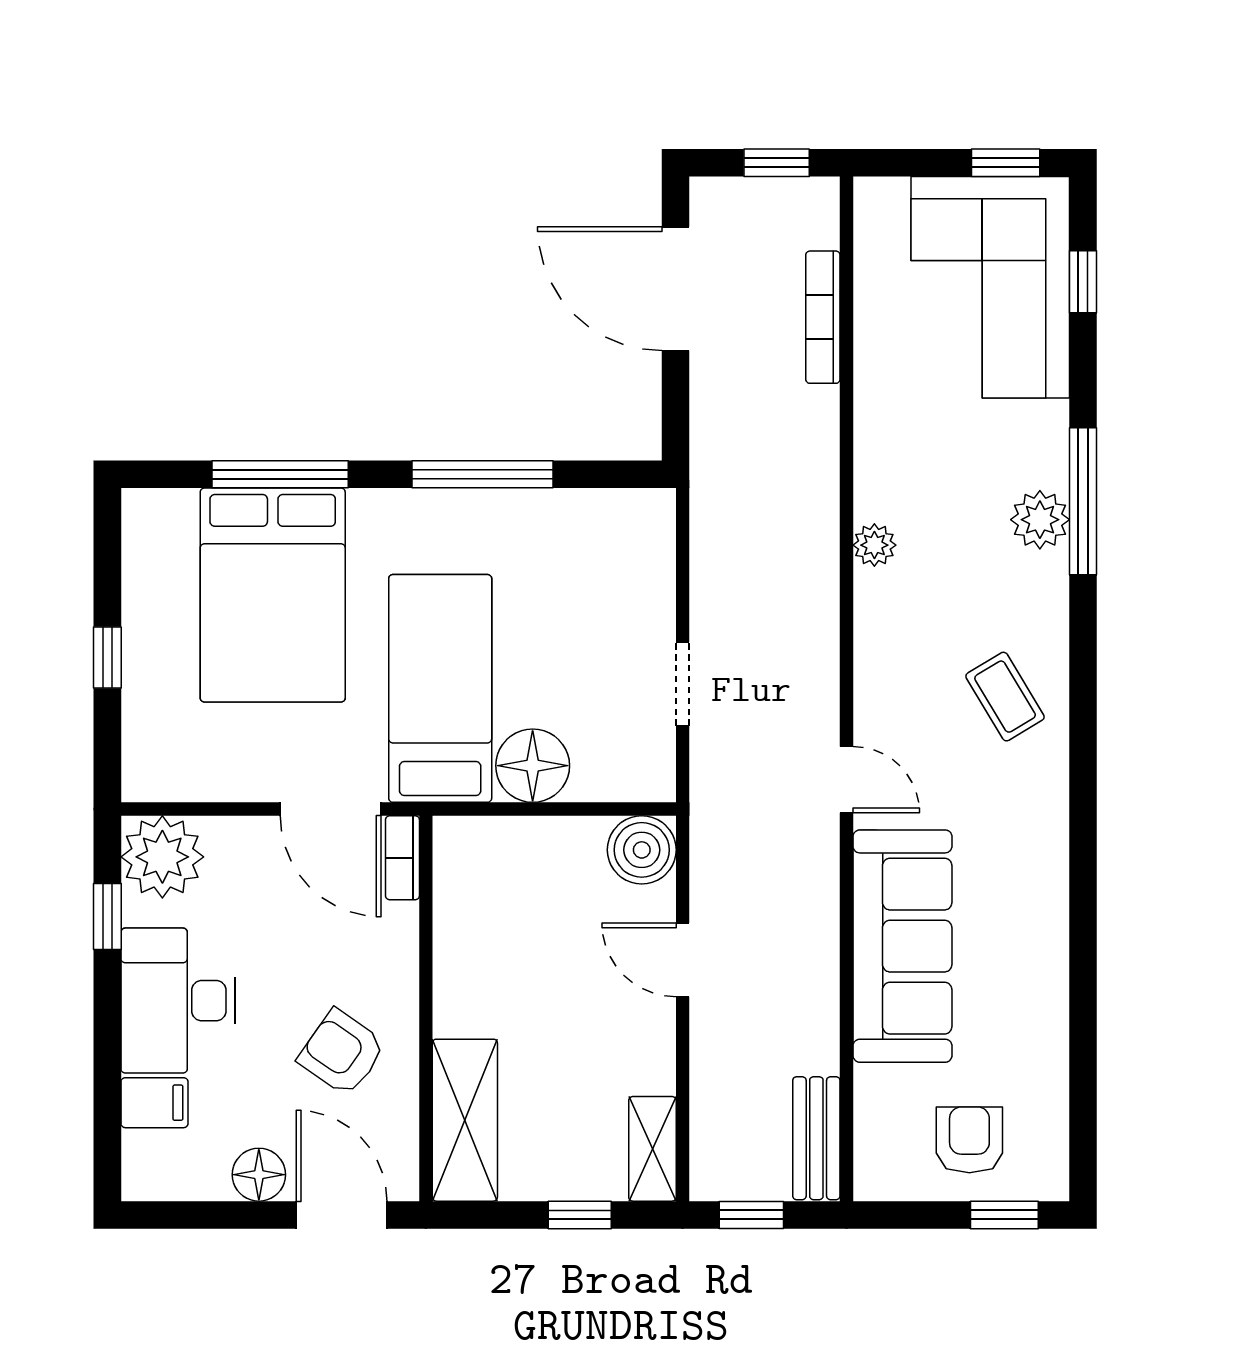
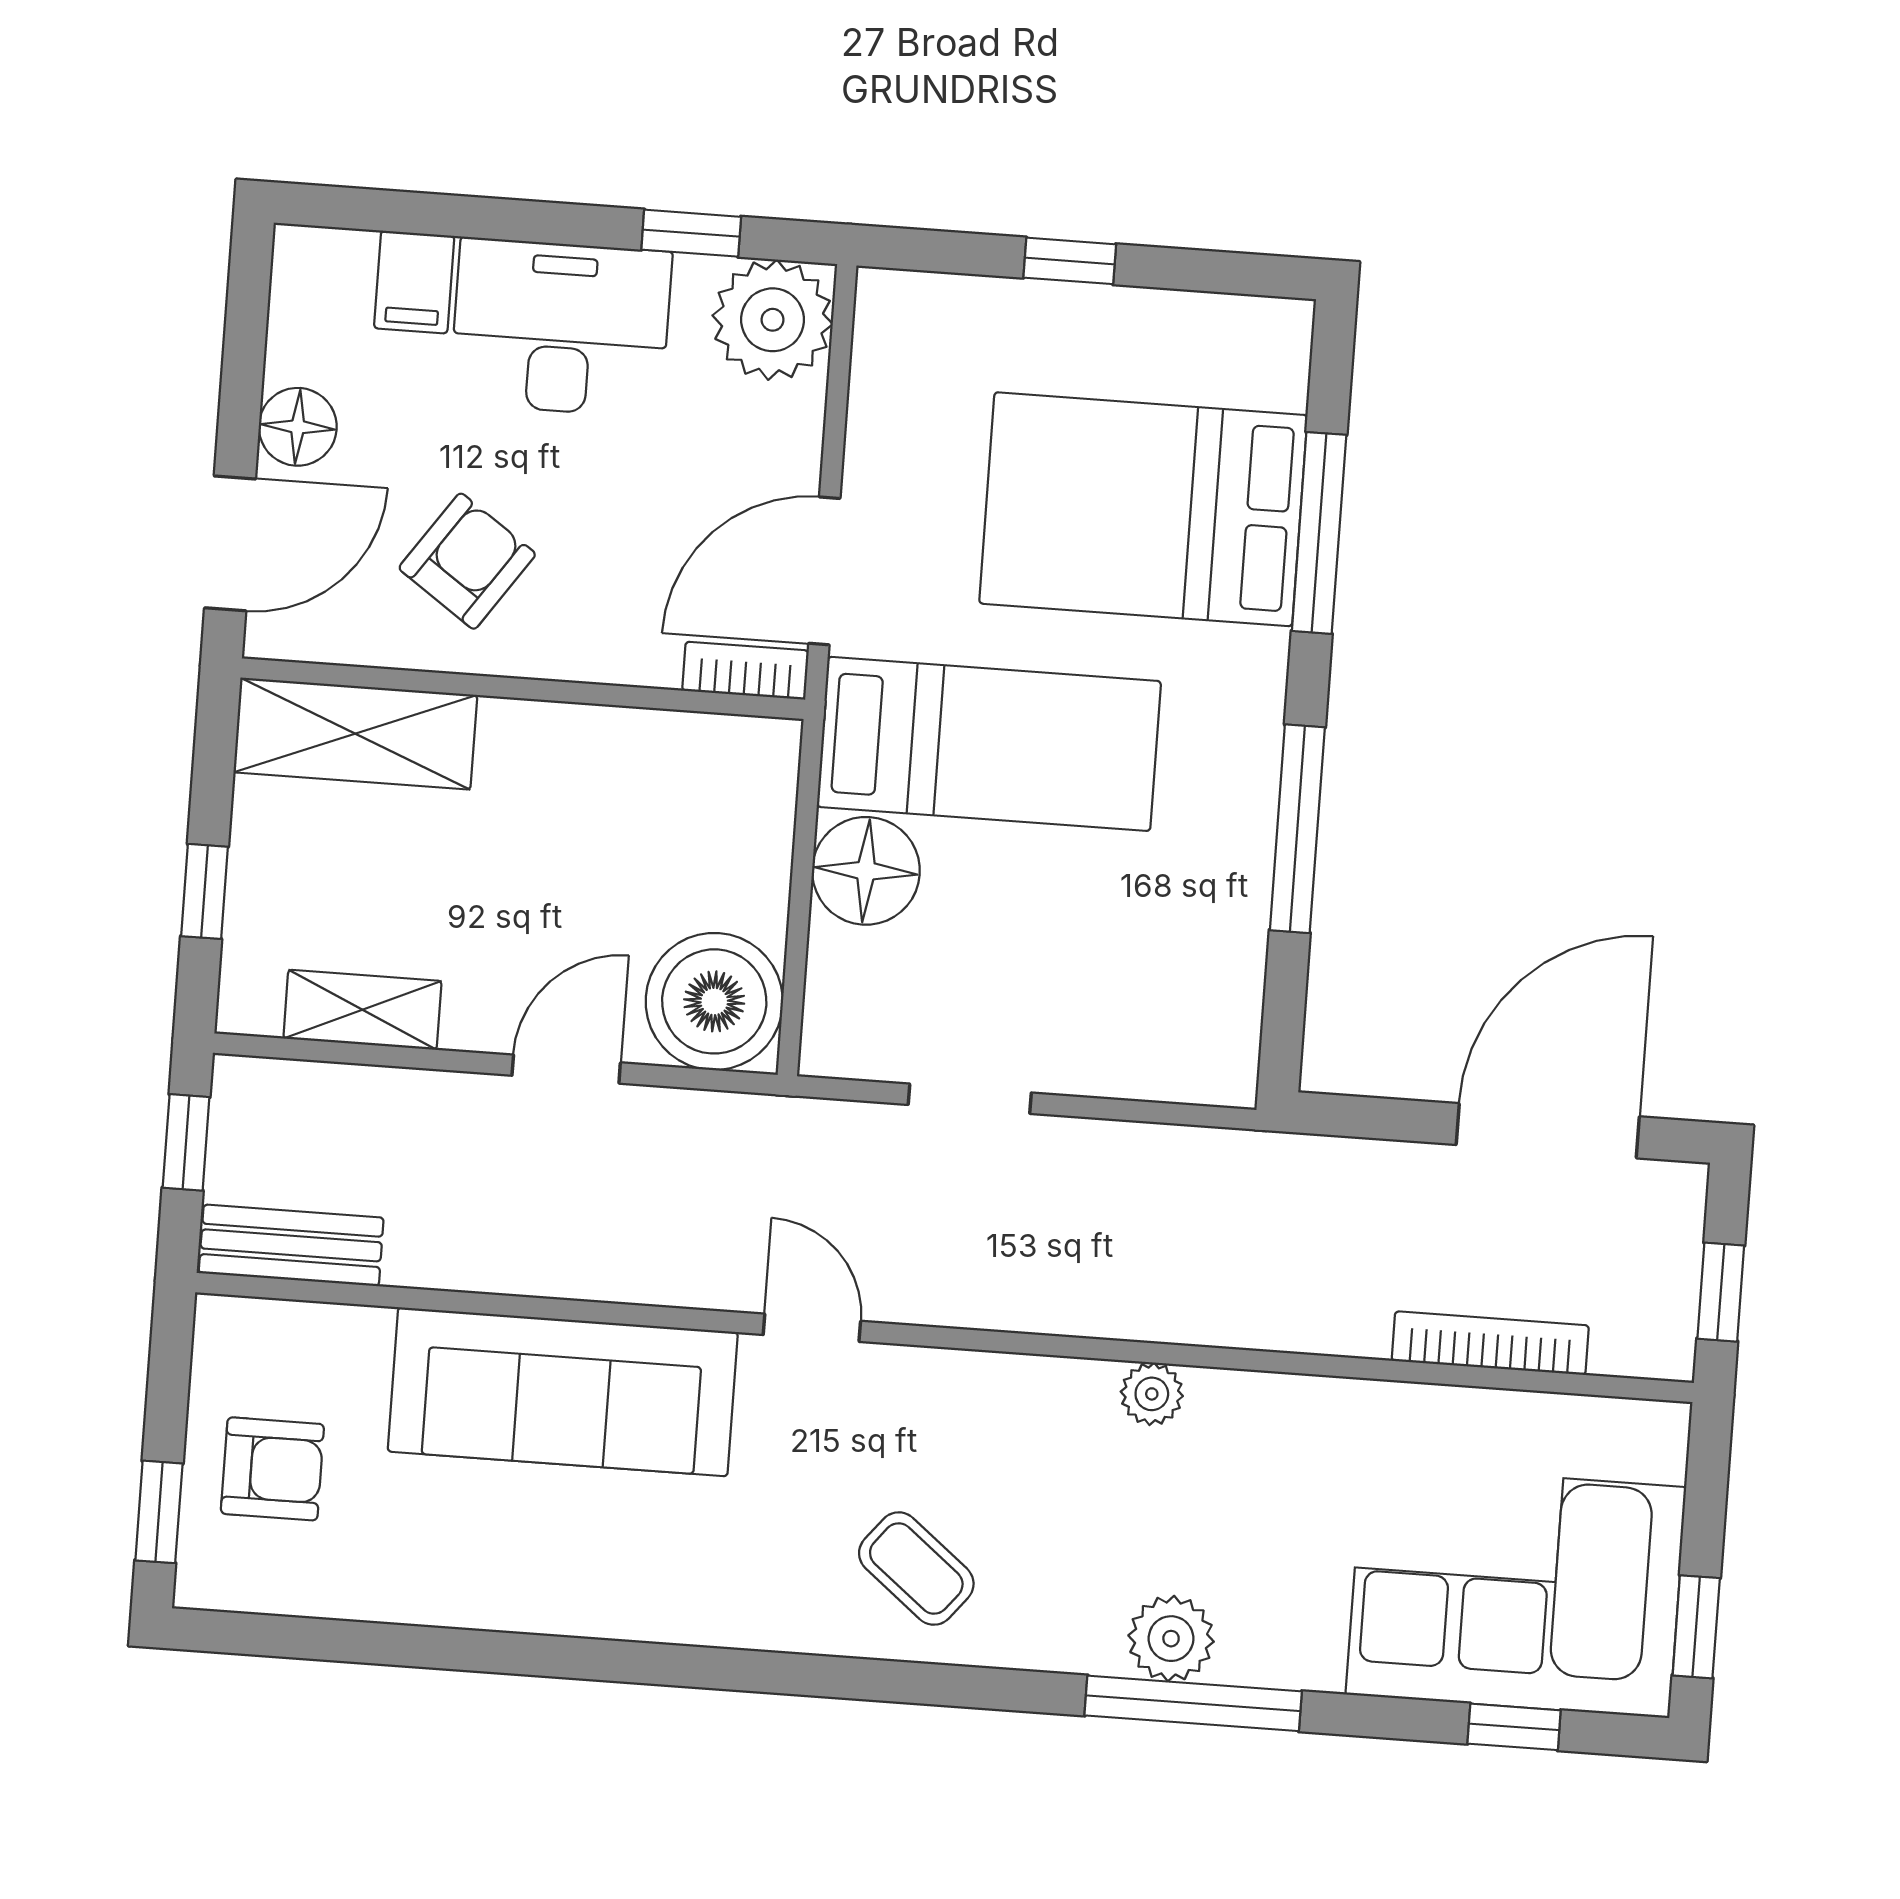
coffee table: (1005, 697) -> (916, 1569), turned 70
door: (846, 780) -> (812, 1328), swing flipped
boiler: (642, 850) -> (714, 1001), width x1.37, depth x1.37
shelving: (652, 1149) -> (362, 1010), moved

